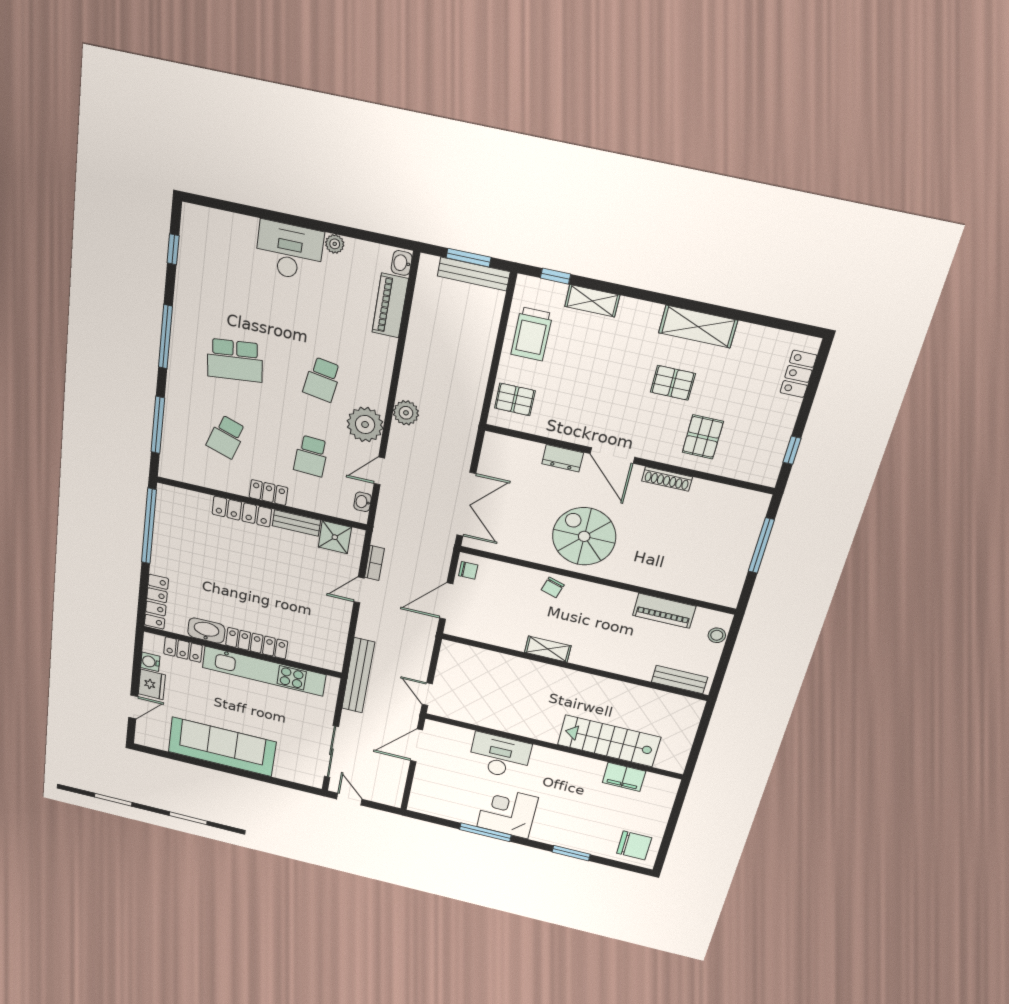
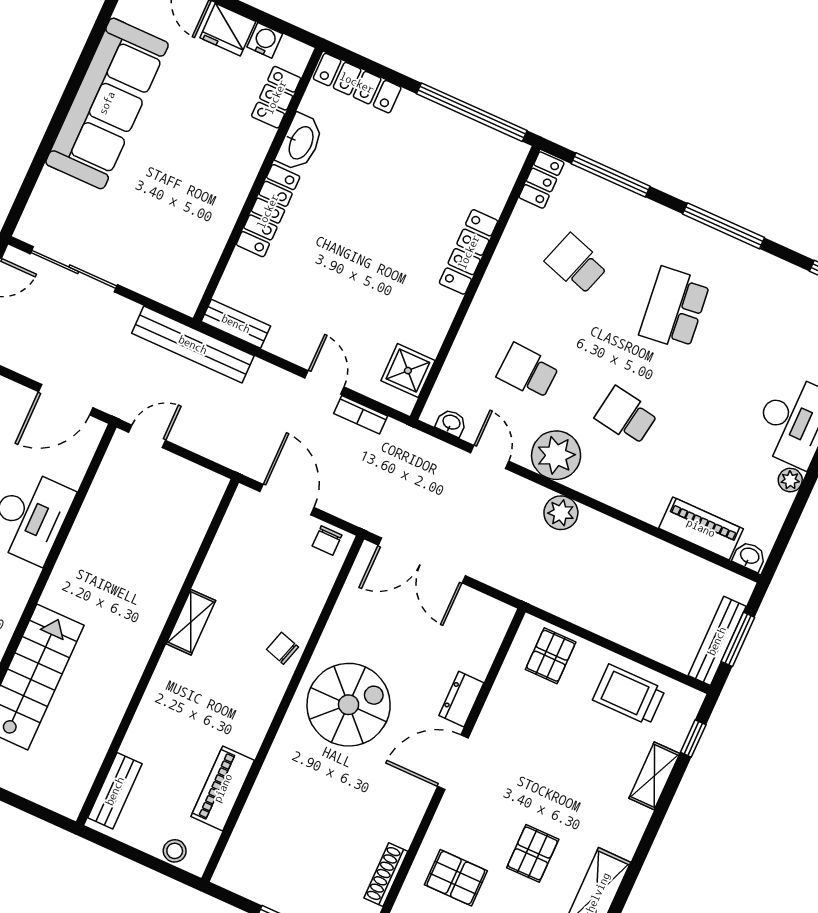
shoe rack: (667, 479) -> (386, 875), moved
locker: (268, 493) -> (541, 180), moved
bench: (296, 523) -> (236, 324), moved, turned 90
kitchen unit: (264, 671) -> (222, 208), removed
door: (417, 745) -> (66, 400), swing flipped

